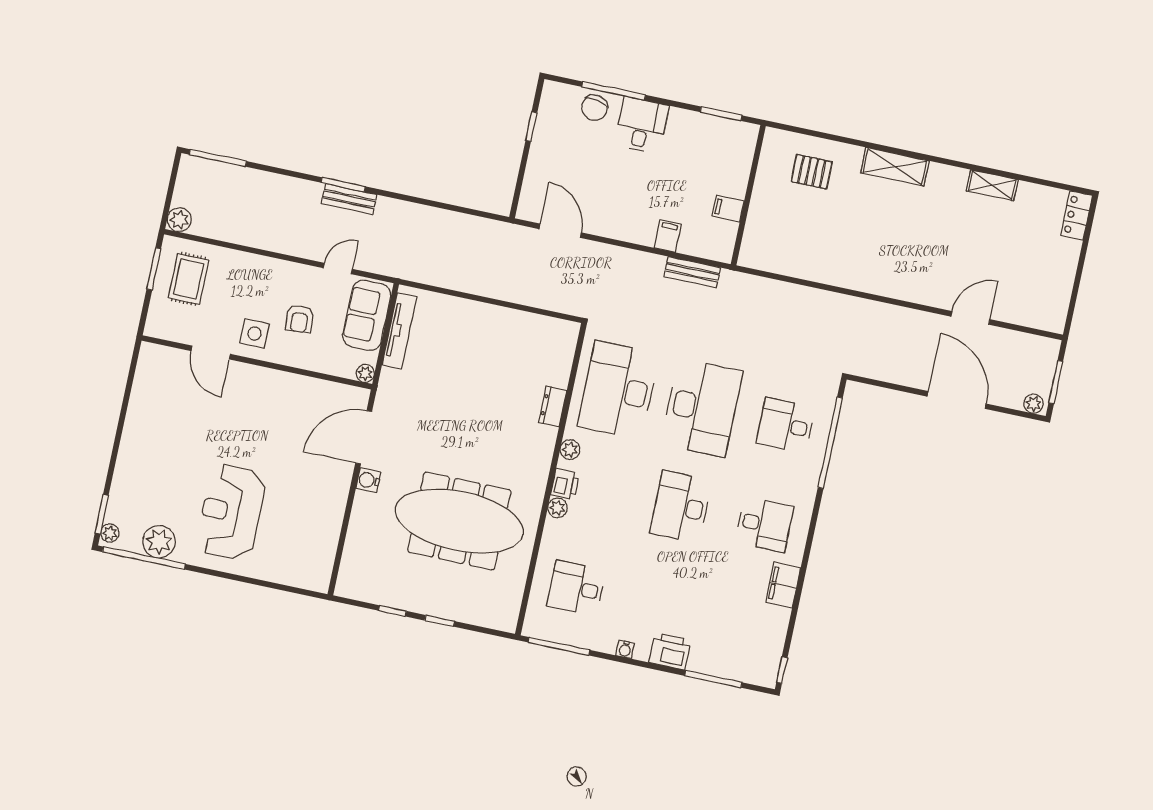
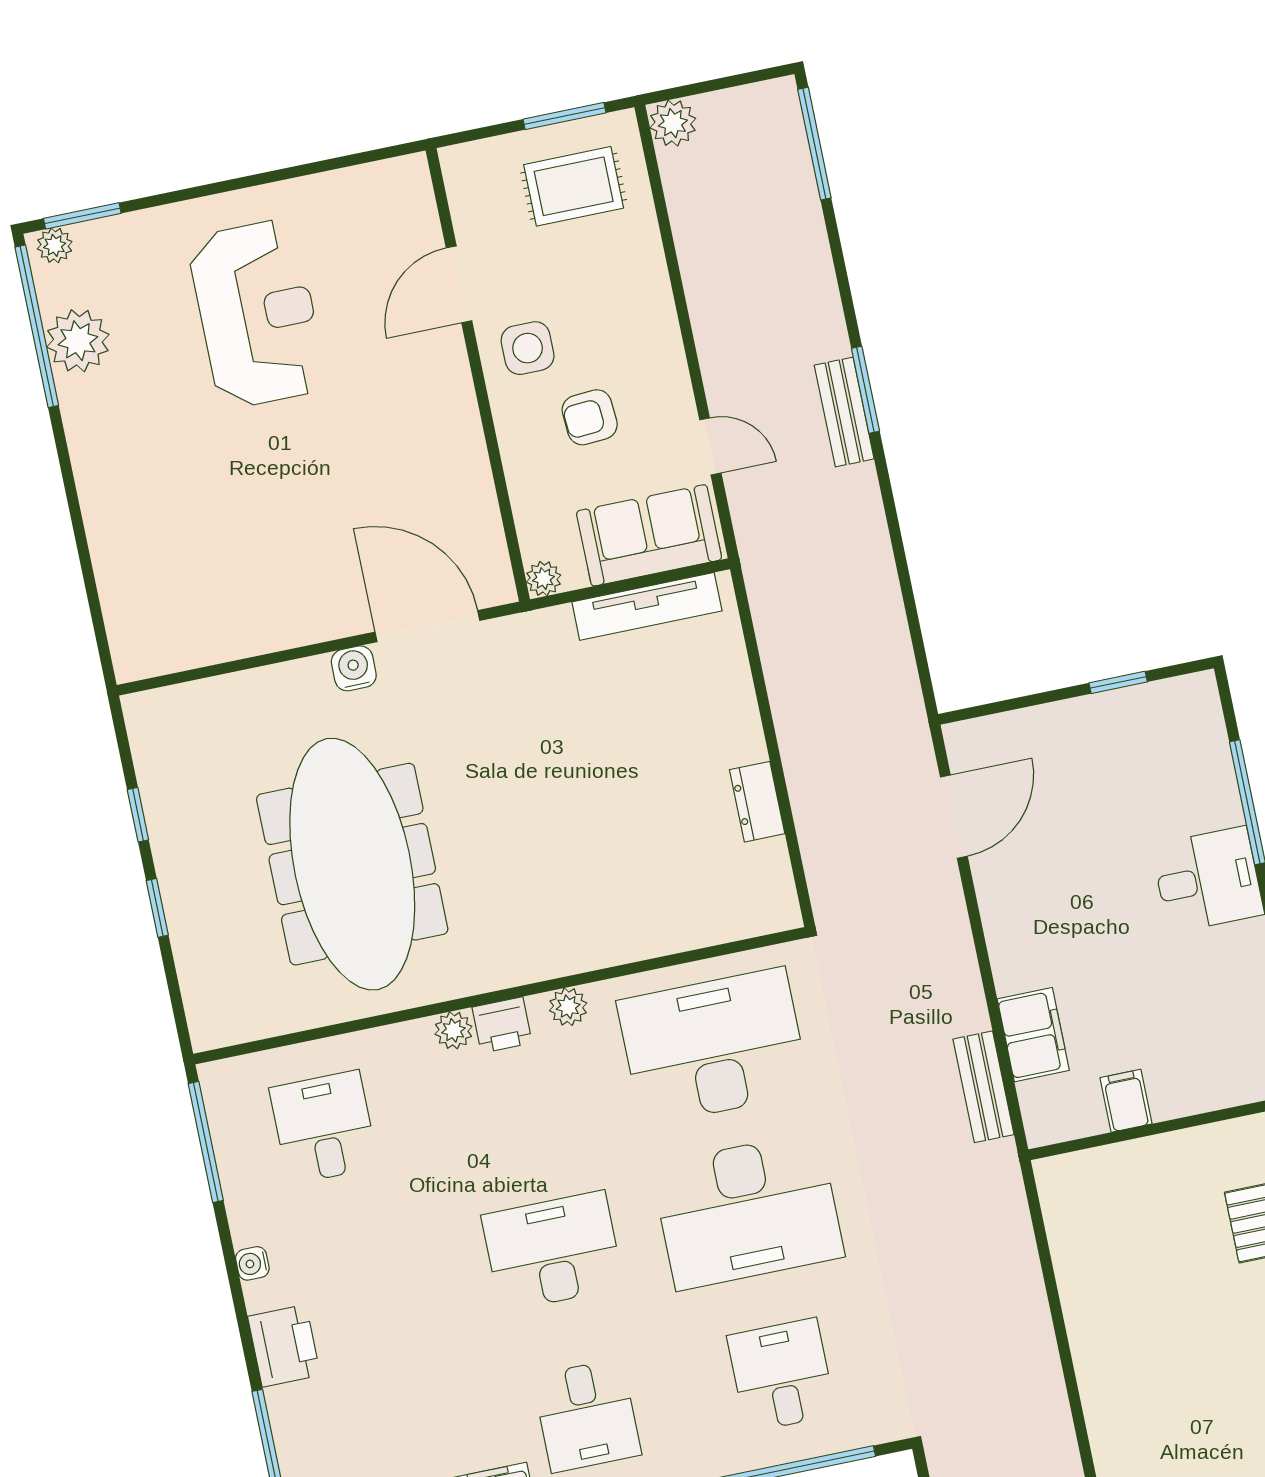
chair: (595, 108) -> (1202, 781), removed
filing cabinet: (668, 236) -> (1033, 1035), width x2.00
dresser: (553, 406) -> (757, 802), moved, turned -90
reception desk: (231, 512) -> (257, 314), moved, turned 90

